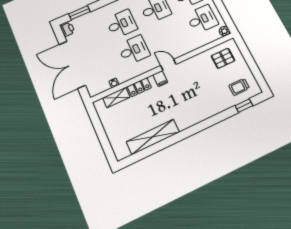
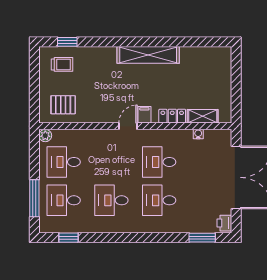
door: (168, 65) -> (128, 126), swing flipped
shelving: (153, 137) -> (148, 55), moved

